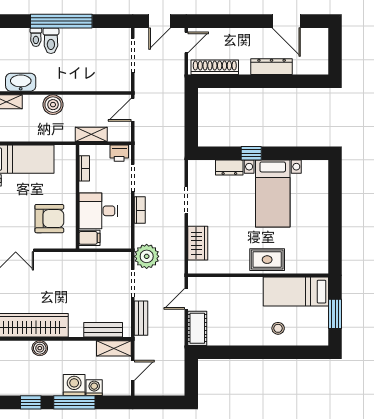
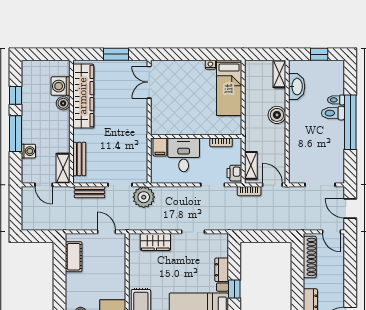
shelving: (91, 134) -> (251, 165), moved
bookcase: (140, 210) -> (249, 191), moved
armchair: (49, 219) -> (177, 112), removed
cot: (197, 328) -> (74, 257), moved, turned 90
washing machine: (74, 385) -> (60, 86), moved, turned 180

